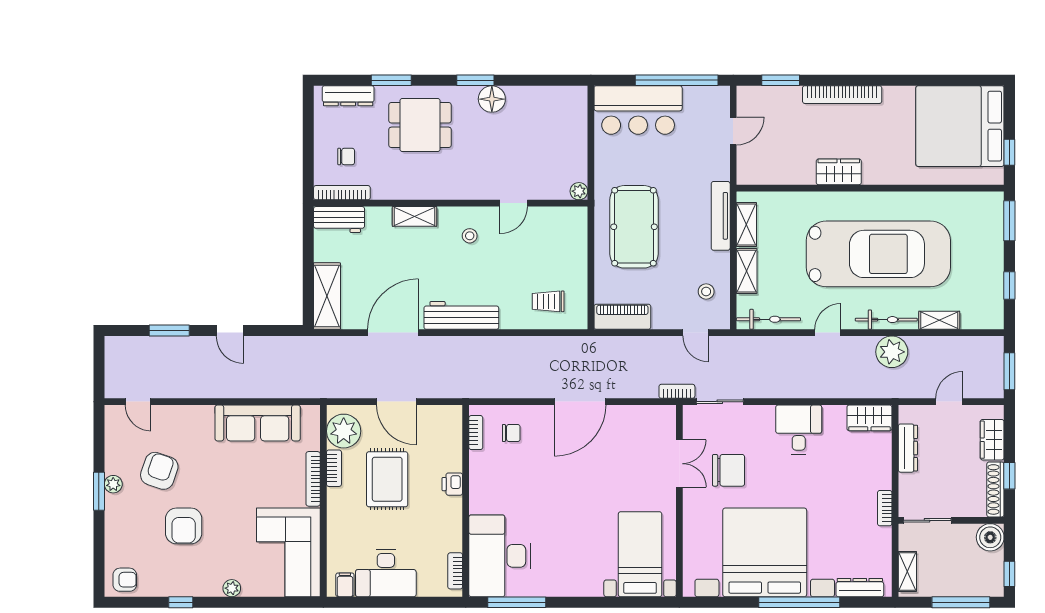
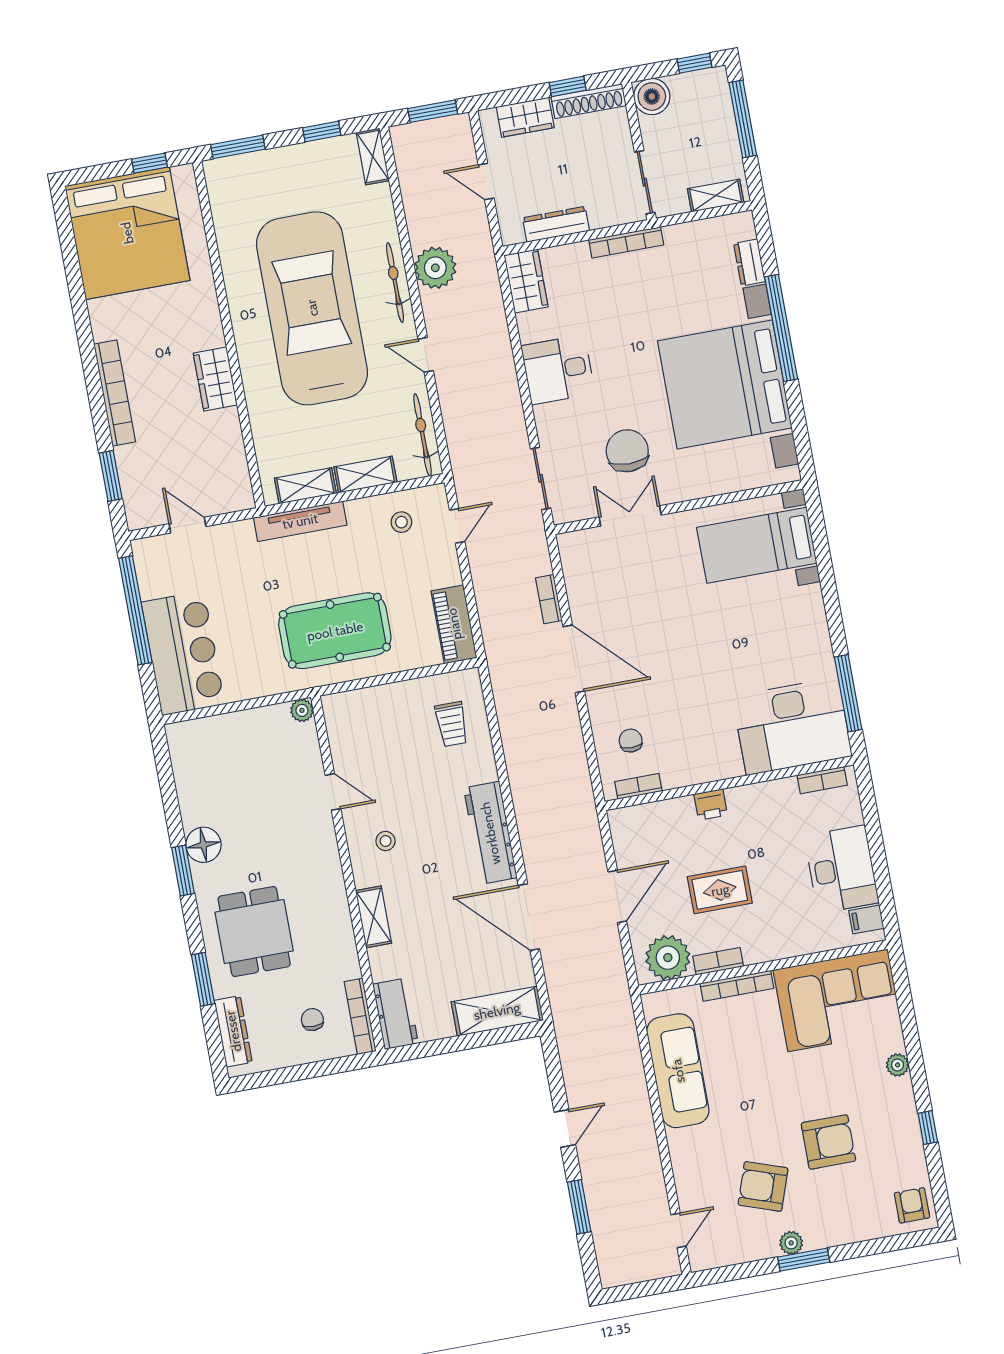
shelving: (939, 320) -> (373, 157), moved
bookcase: (677, 391) -> (549, 599), moved
rug: (387, 479) -> (720, 890), width x0.73, depth x0.70
bookcase: (885, 508) -> (626, 242), width x1.56
dresser: (860, 588) -> (749, 262), width x0.70

